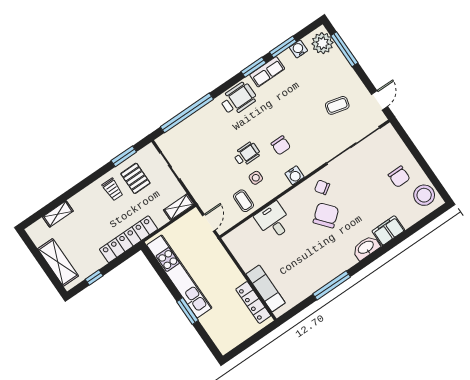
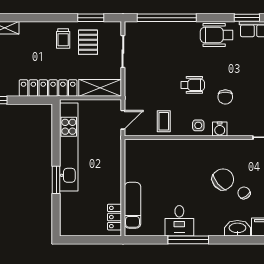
wheelchair: (238, 99) -> (217, 35), turned 180
side table: (256, 178) -> (198, 125), moved
chair: (322, 187) -> (244, 193), moved
shelving: (179, 207) -> (100, 88), width x1.50, depth x1.33
desk: (273, 221) -> (179, 221), moved, turned 180
locker: (253, 302) -> (115, 217), width x0.66

